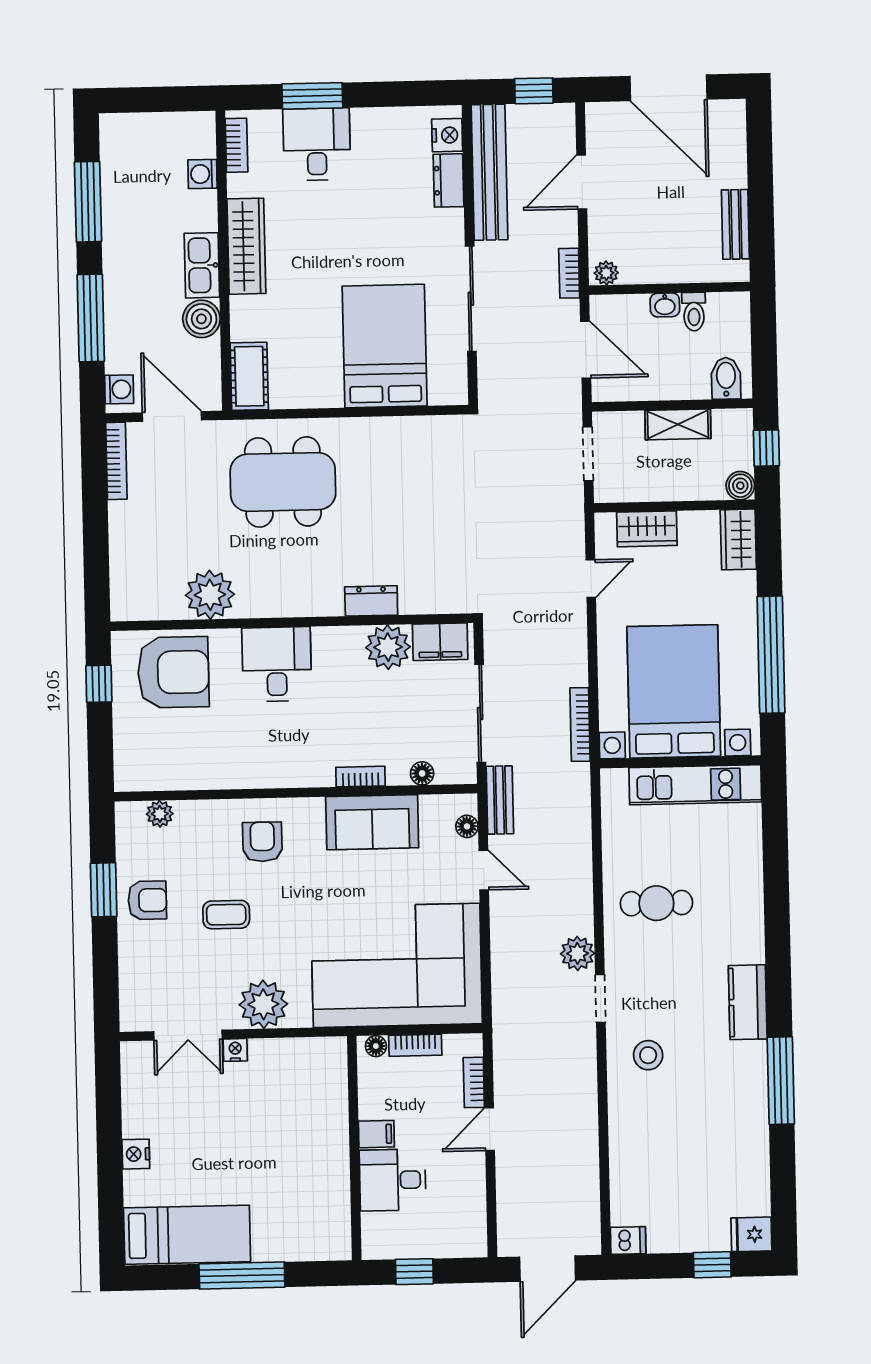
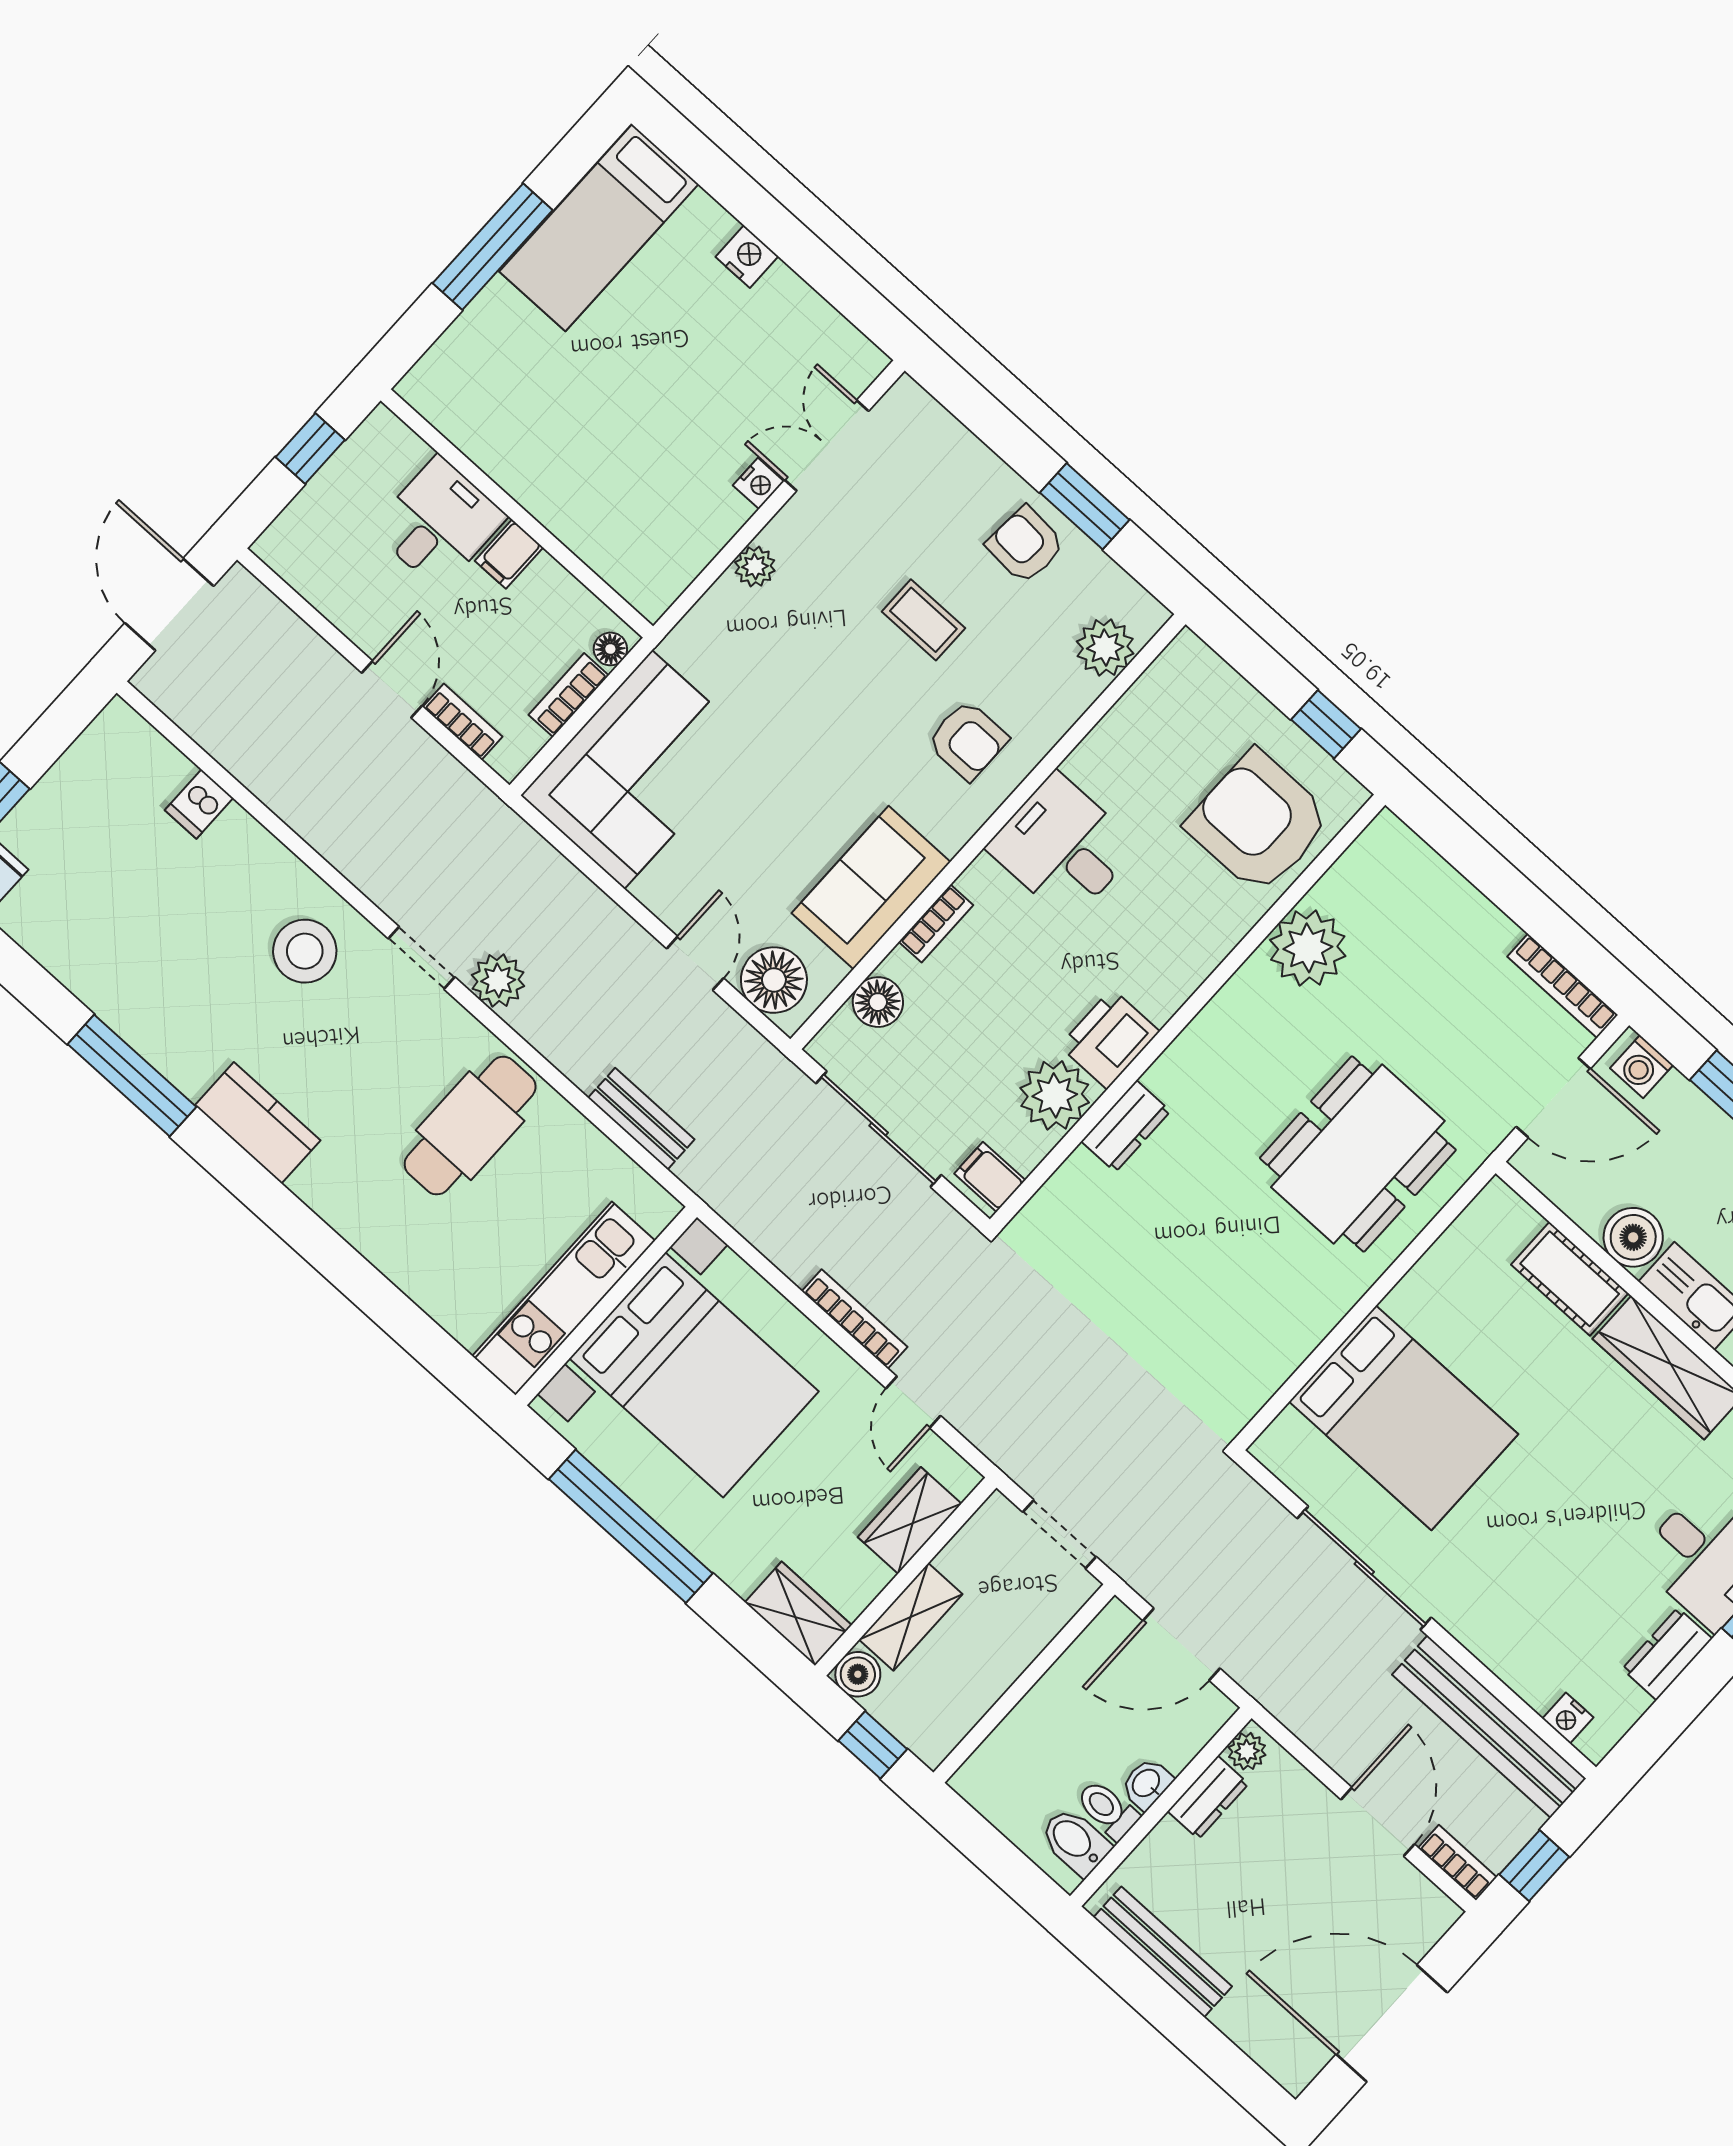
nightstand: (447, 135) -> (1568, 1718), width x0.72, depth x0.74
dresser: (449, 180) -> (1667, 1654), moved, turned -90
bench: (735, 224) -> (1163, 1952), width x1.36
dresser: (645, 271) -> (1208, 1797), added
bookcase: (569, 273) -> (1457, 1863), moved
cot: (249, 376) -> (1570, 1279), moved
bidet: (726, 378) -> (1075, 1842), moved, turned 180
shelving: (678, 424) -> (911, 1617), moved
filing cabinet: (440, 642) -> (990, 1177), width x0.50
printer: (338, 646) -> (1109, 1039), added
desk: (277, 664) -> (1063, 847), moved, turned 180
armchair: (173, 672) -> (1259, 822), turned 90
bookcase: (580, 725) -> (855, 1319), moved
floor lamp: (422, 773) -> (878, 1002), width x1.37, depth x1.37
bench: (500, 800) -> (641, 1119), moved
plant: (160, 814) -> (1105, 648), width x1.38, depth x1.38
floor lamp: (467, 826) -> (774, 980), width x1.89, depth x1.89
door: (484, 870) -> (695, 963), swing flipped
armchair: (147, 900) -> (1025, 545), turned 94
cafe table: (656, 903) -> (470, 1126), width x1.37, depth x1.35
coffee table: (226, 915) -> (923, 620), turned 90
corner sofa: (397, 965) -> (638, 770), width x0.73, depth x0.74
plant: (263, 1004) -> (755, 567), width x0.53, depth x0.53
stool: (648, 1055) -> (305, 951), width x1.38, depth x1.38
dishwasher: (628, 1240) -> (199, 804), moved

